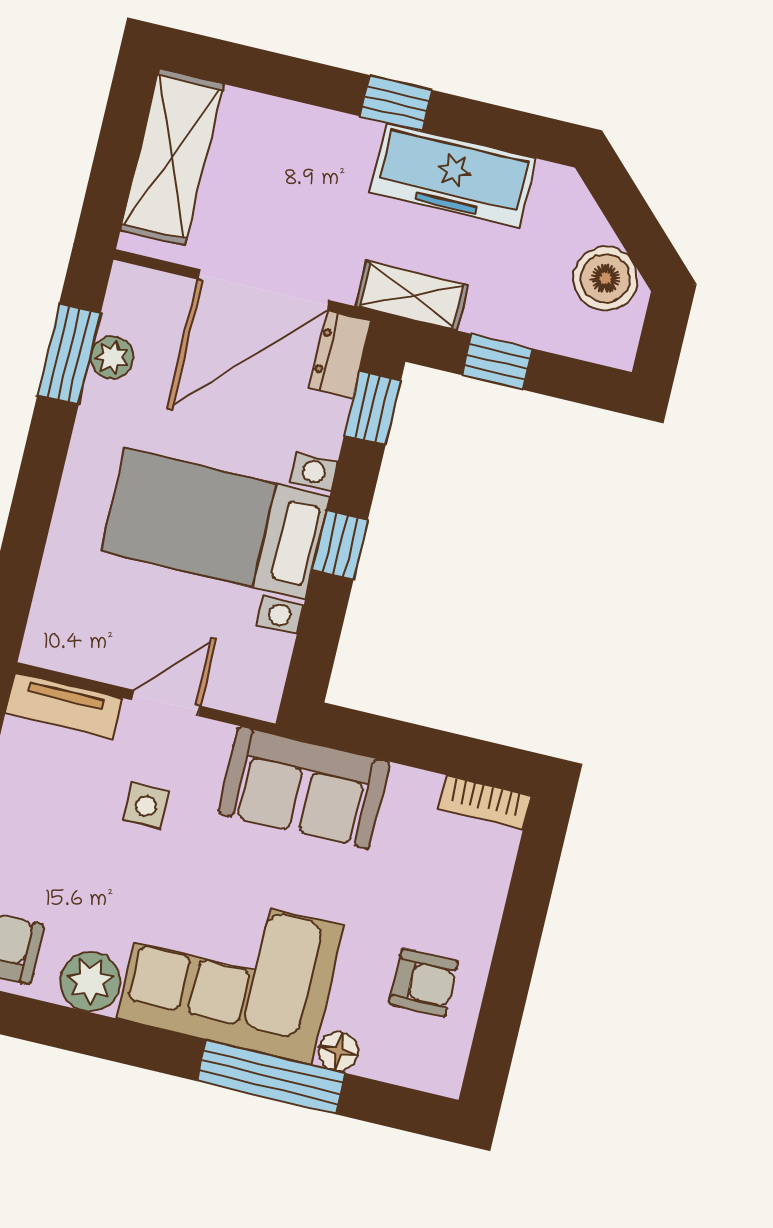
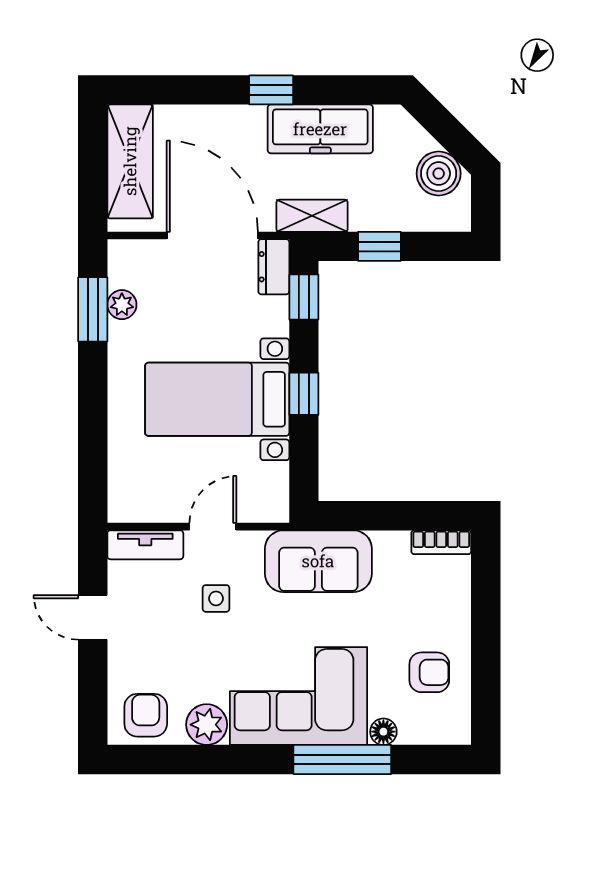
door: (264, 290) -> (212, 235), swing flipped

